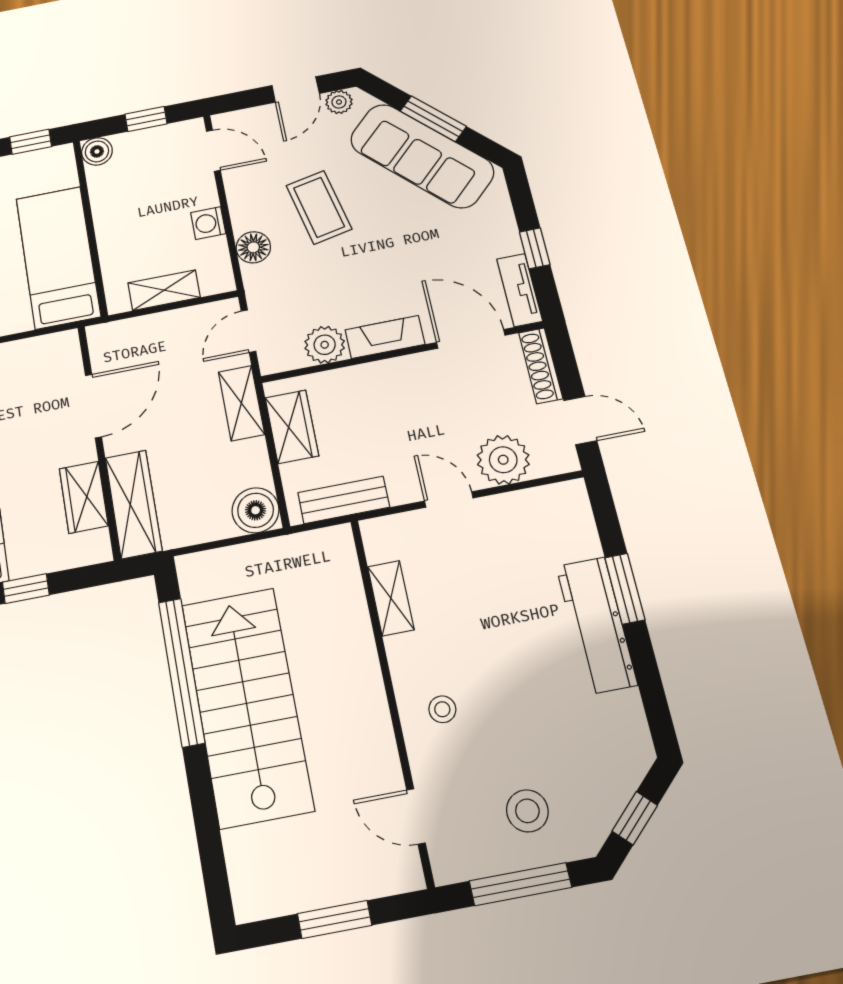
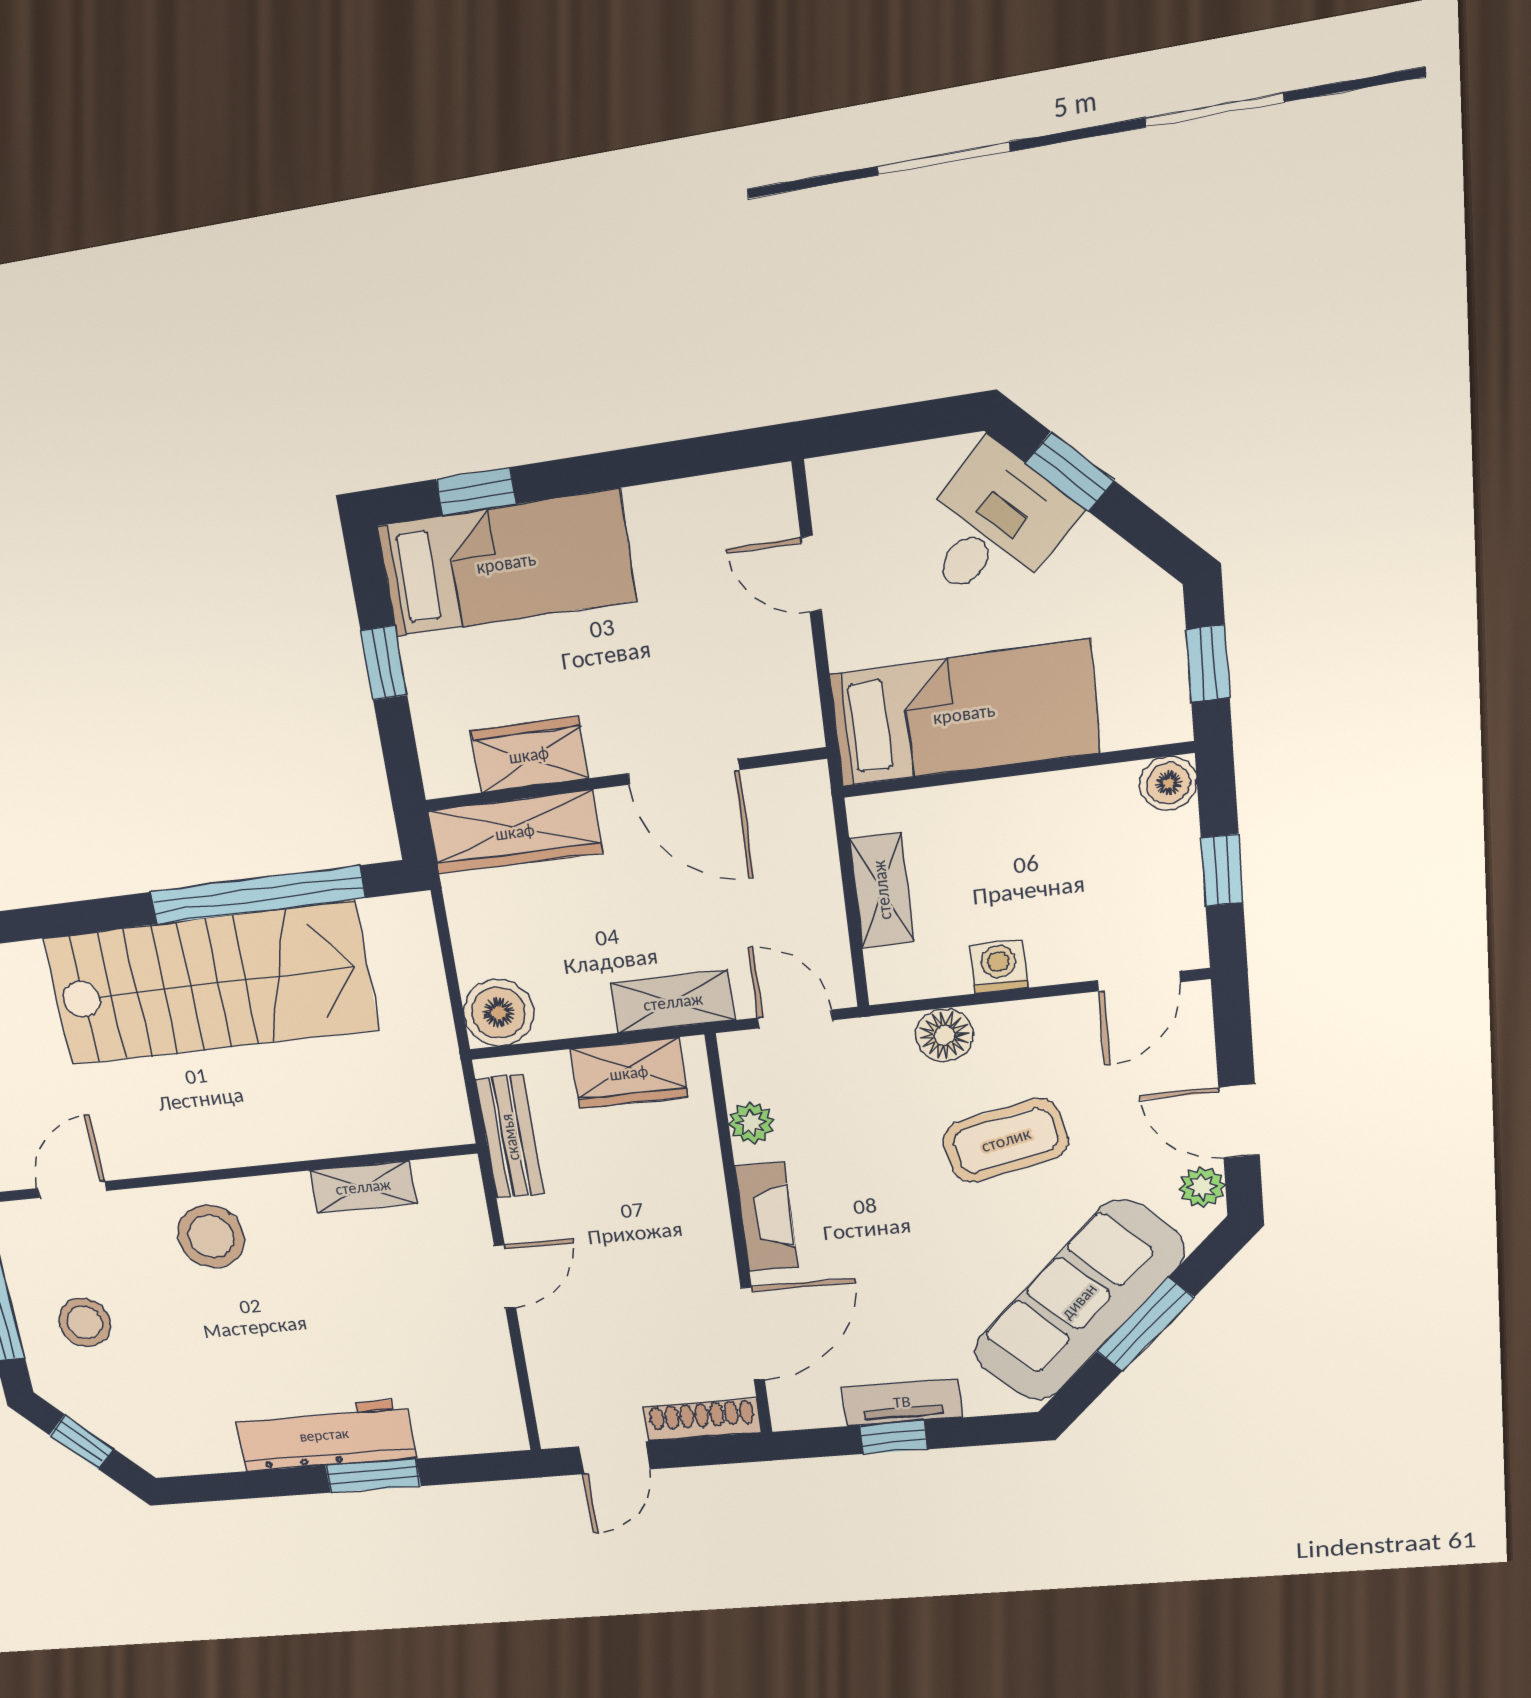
tv unit: (520, 290) -> (902, 1402), moved
plant: (325, 345) -> (752, 1123), width x0.73, depth x0.73
plant: (503, 460) -> (561, 1353), removed
stool: (442, 709) -> (211, 1236), width x1.89, depth x1.89

